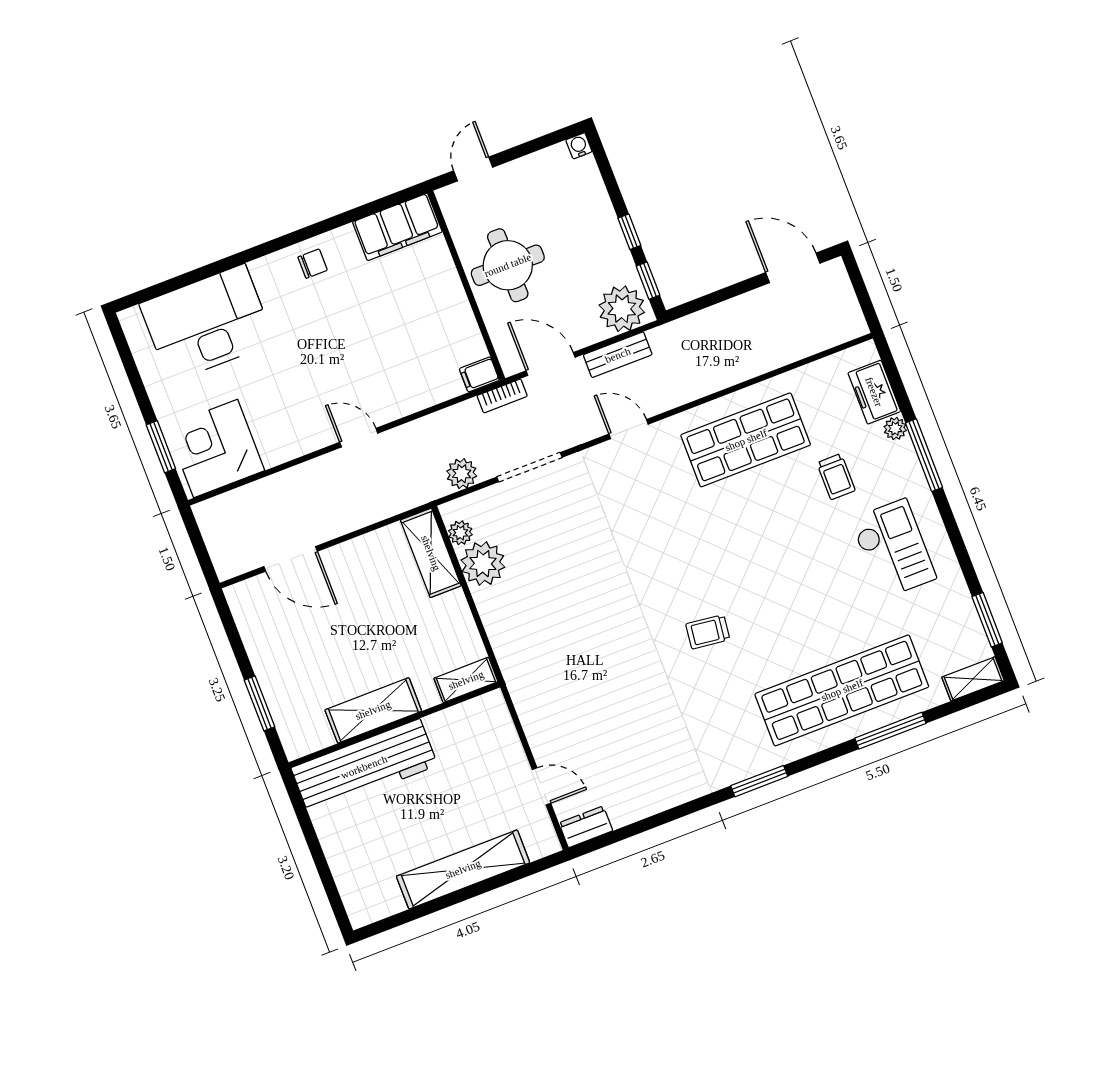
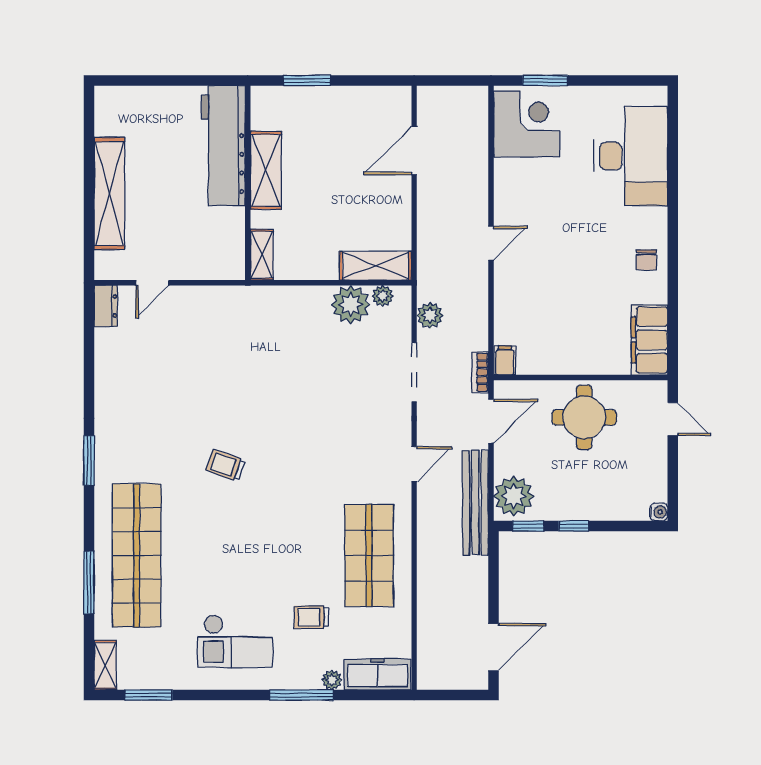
bench: (618, 355) -> (475, 503), width x1.86, depth x1.21
freezer: (874, 392) -> (377, 674), width x1.40
trolley: (708, 632) -> (226, 465), turned -78

